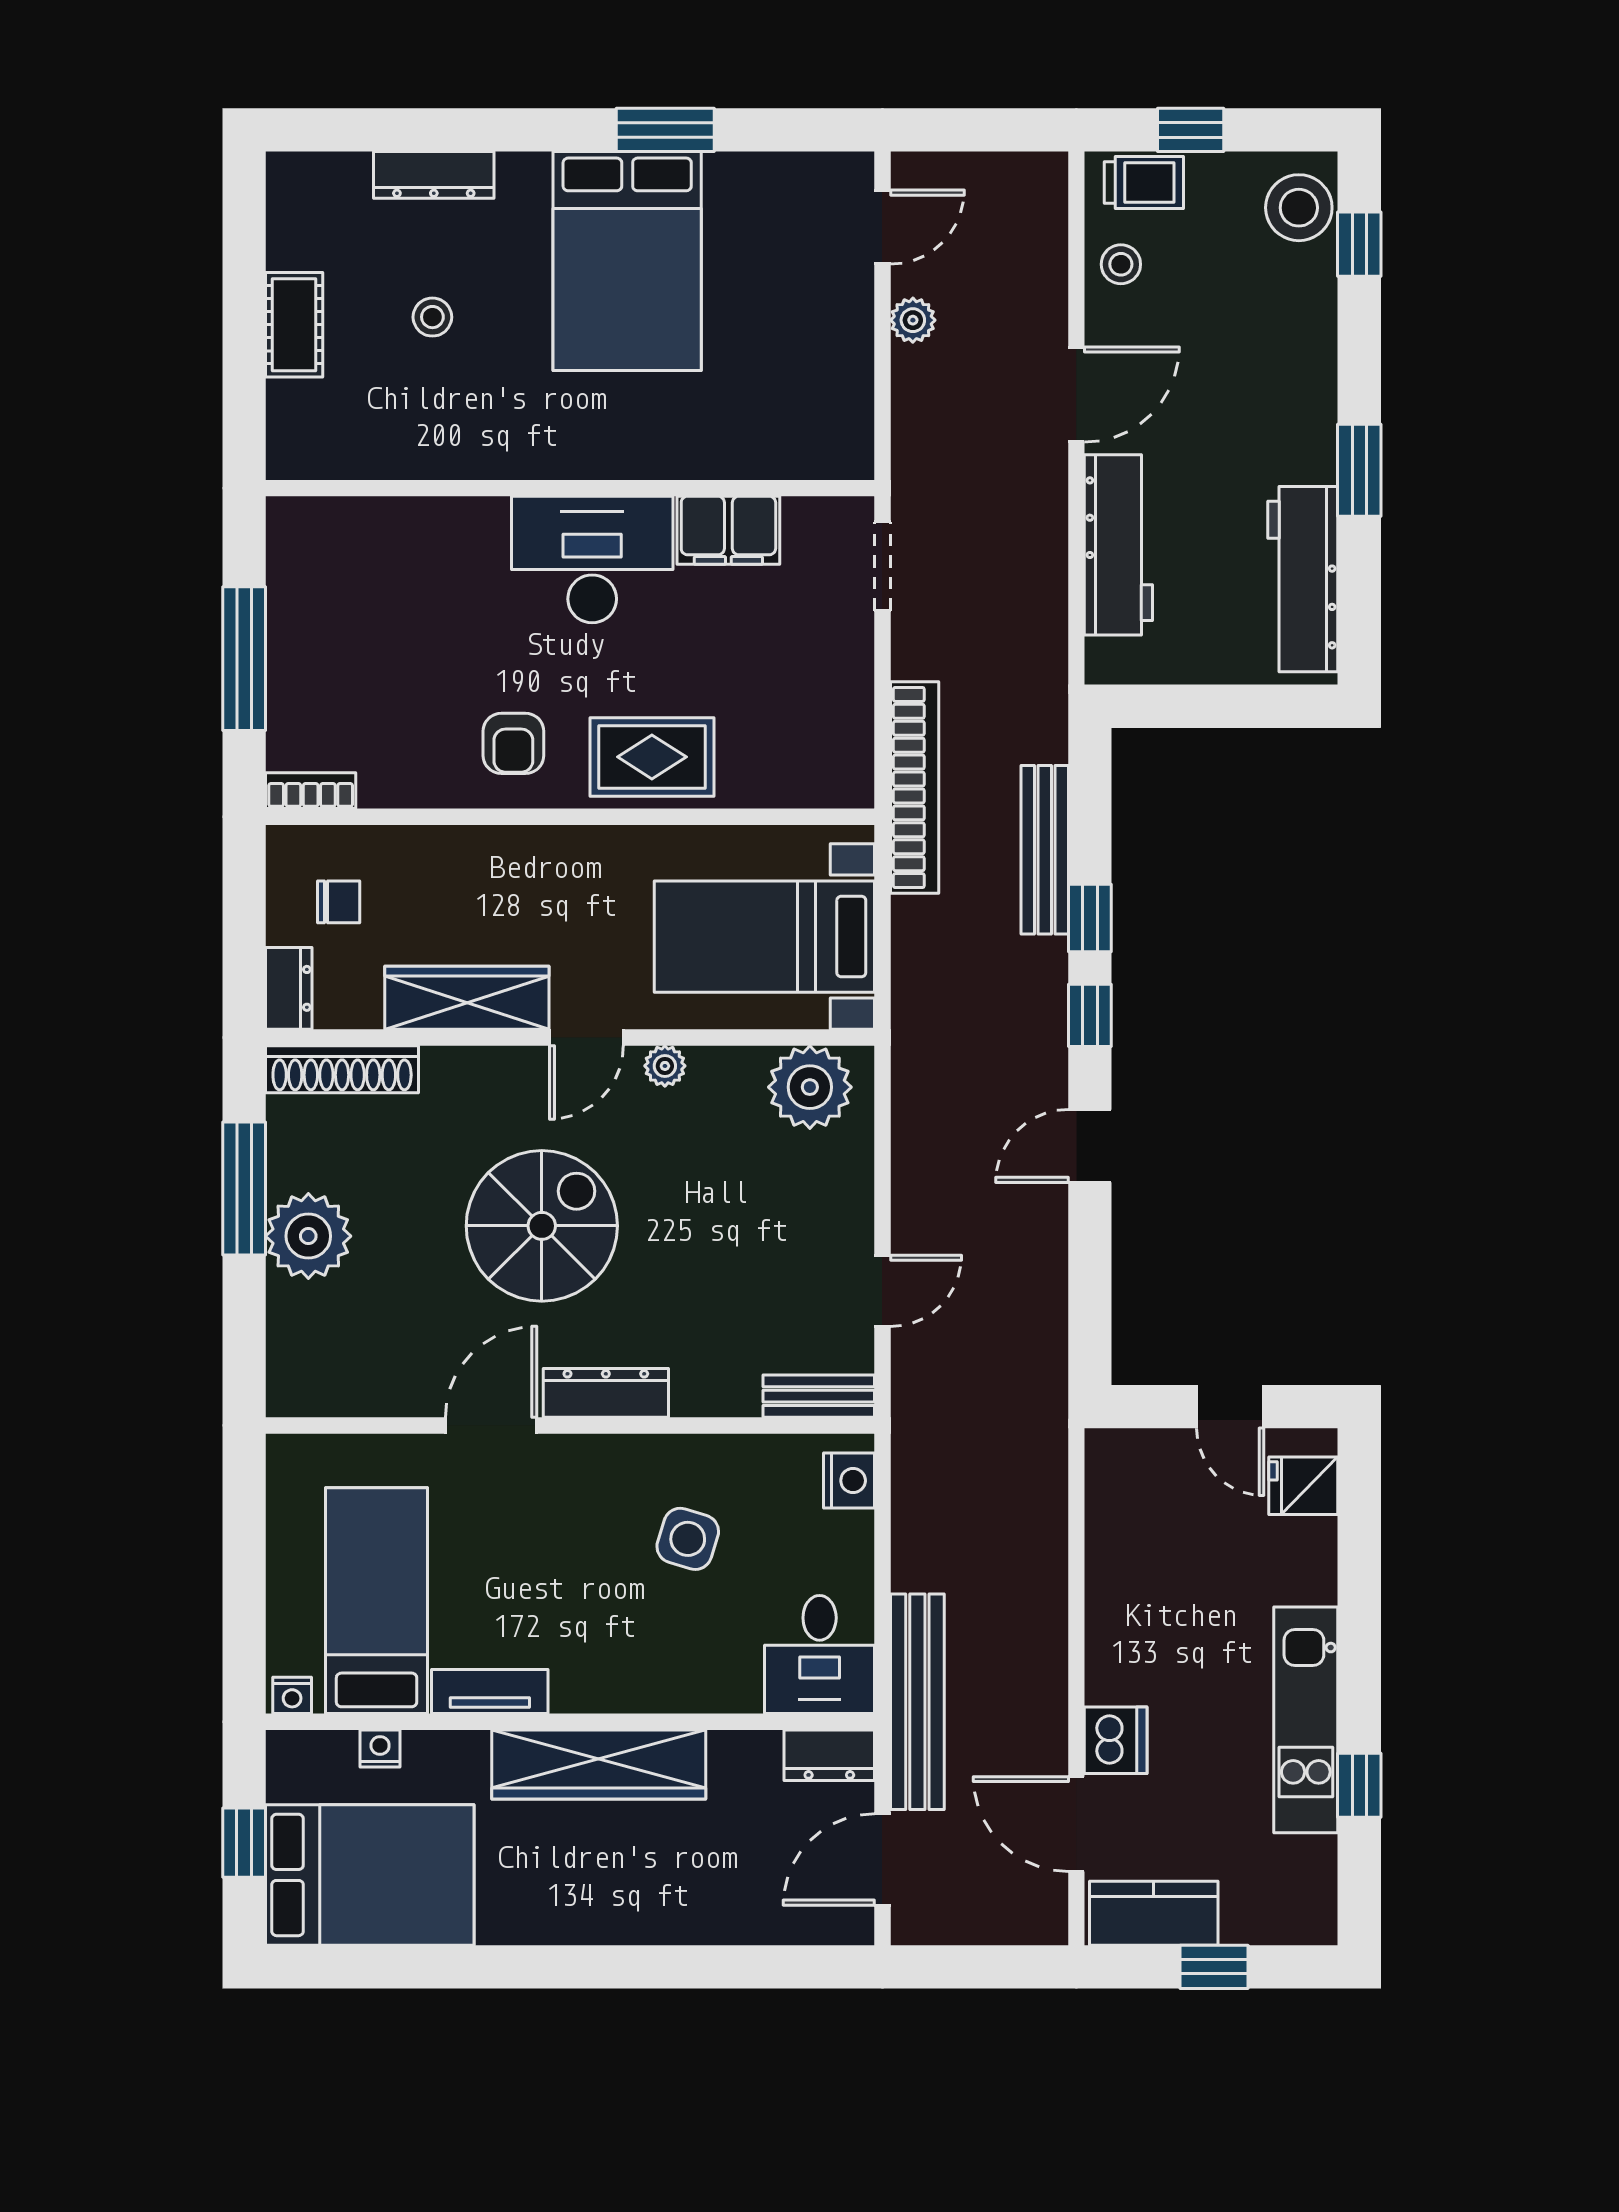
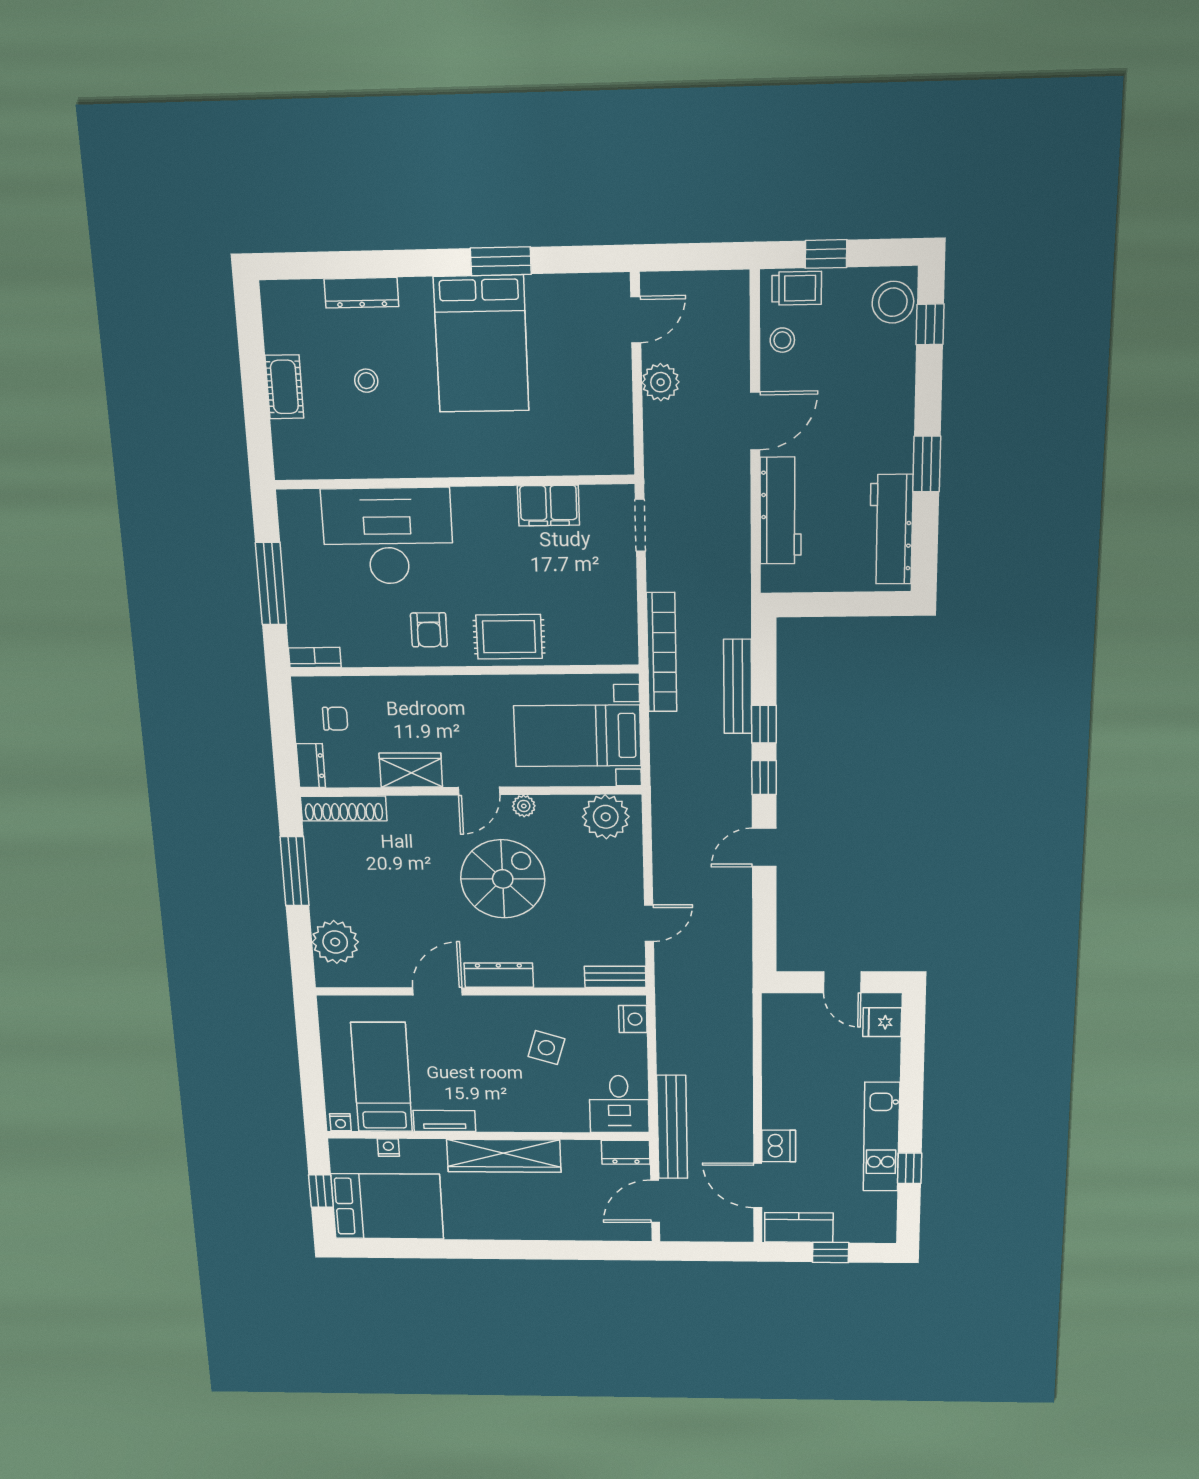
plant: (913, 320) -> (661, 382), width x1.38, depth x1.38
desk: (592, 560) -> (388, 536), moved, width x1.36, depth x1.30
wardrobe: (467, 998) -> (411, 770), width x0.67
spiral stairs: (542, 1226) -> (503, 879), moved
plant: (308, 1236) -> (335, 942), moved

